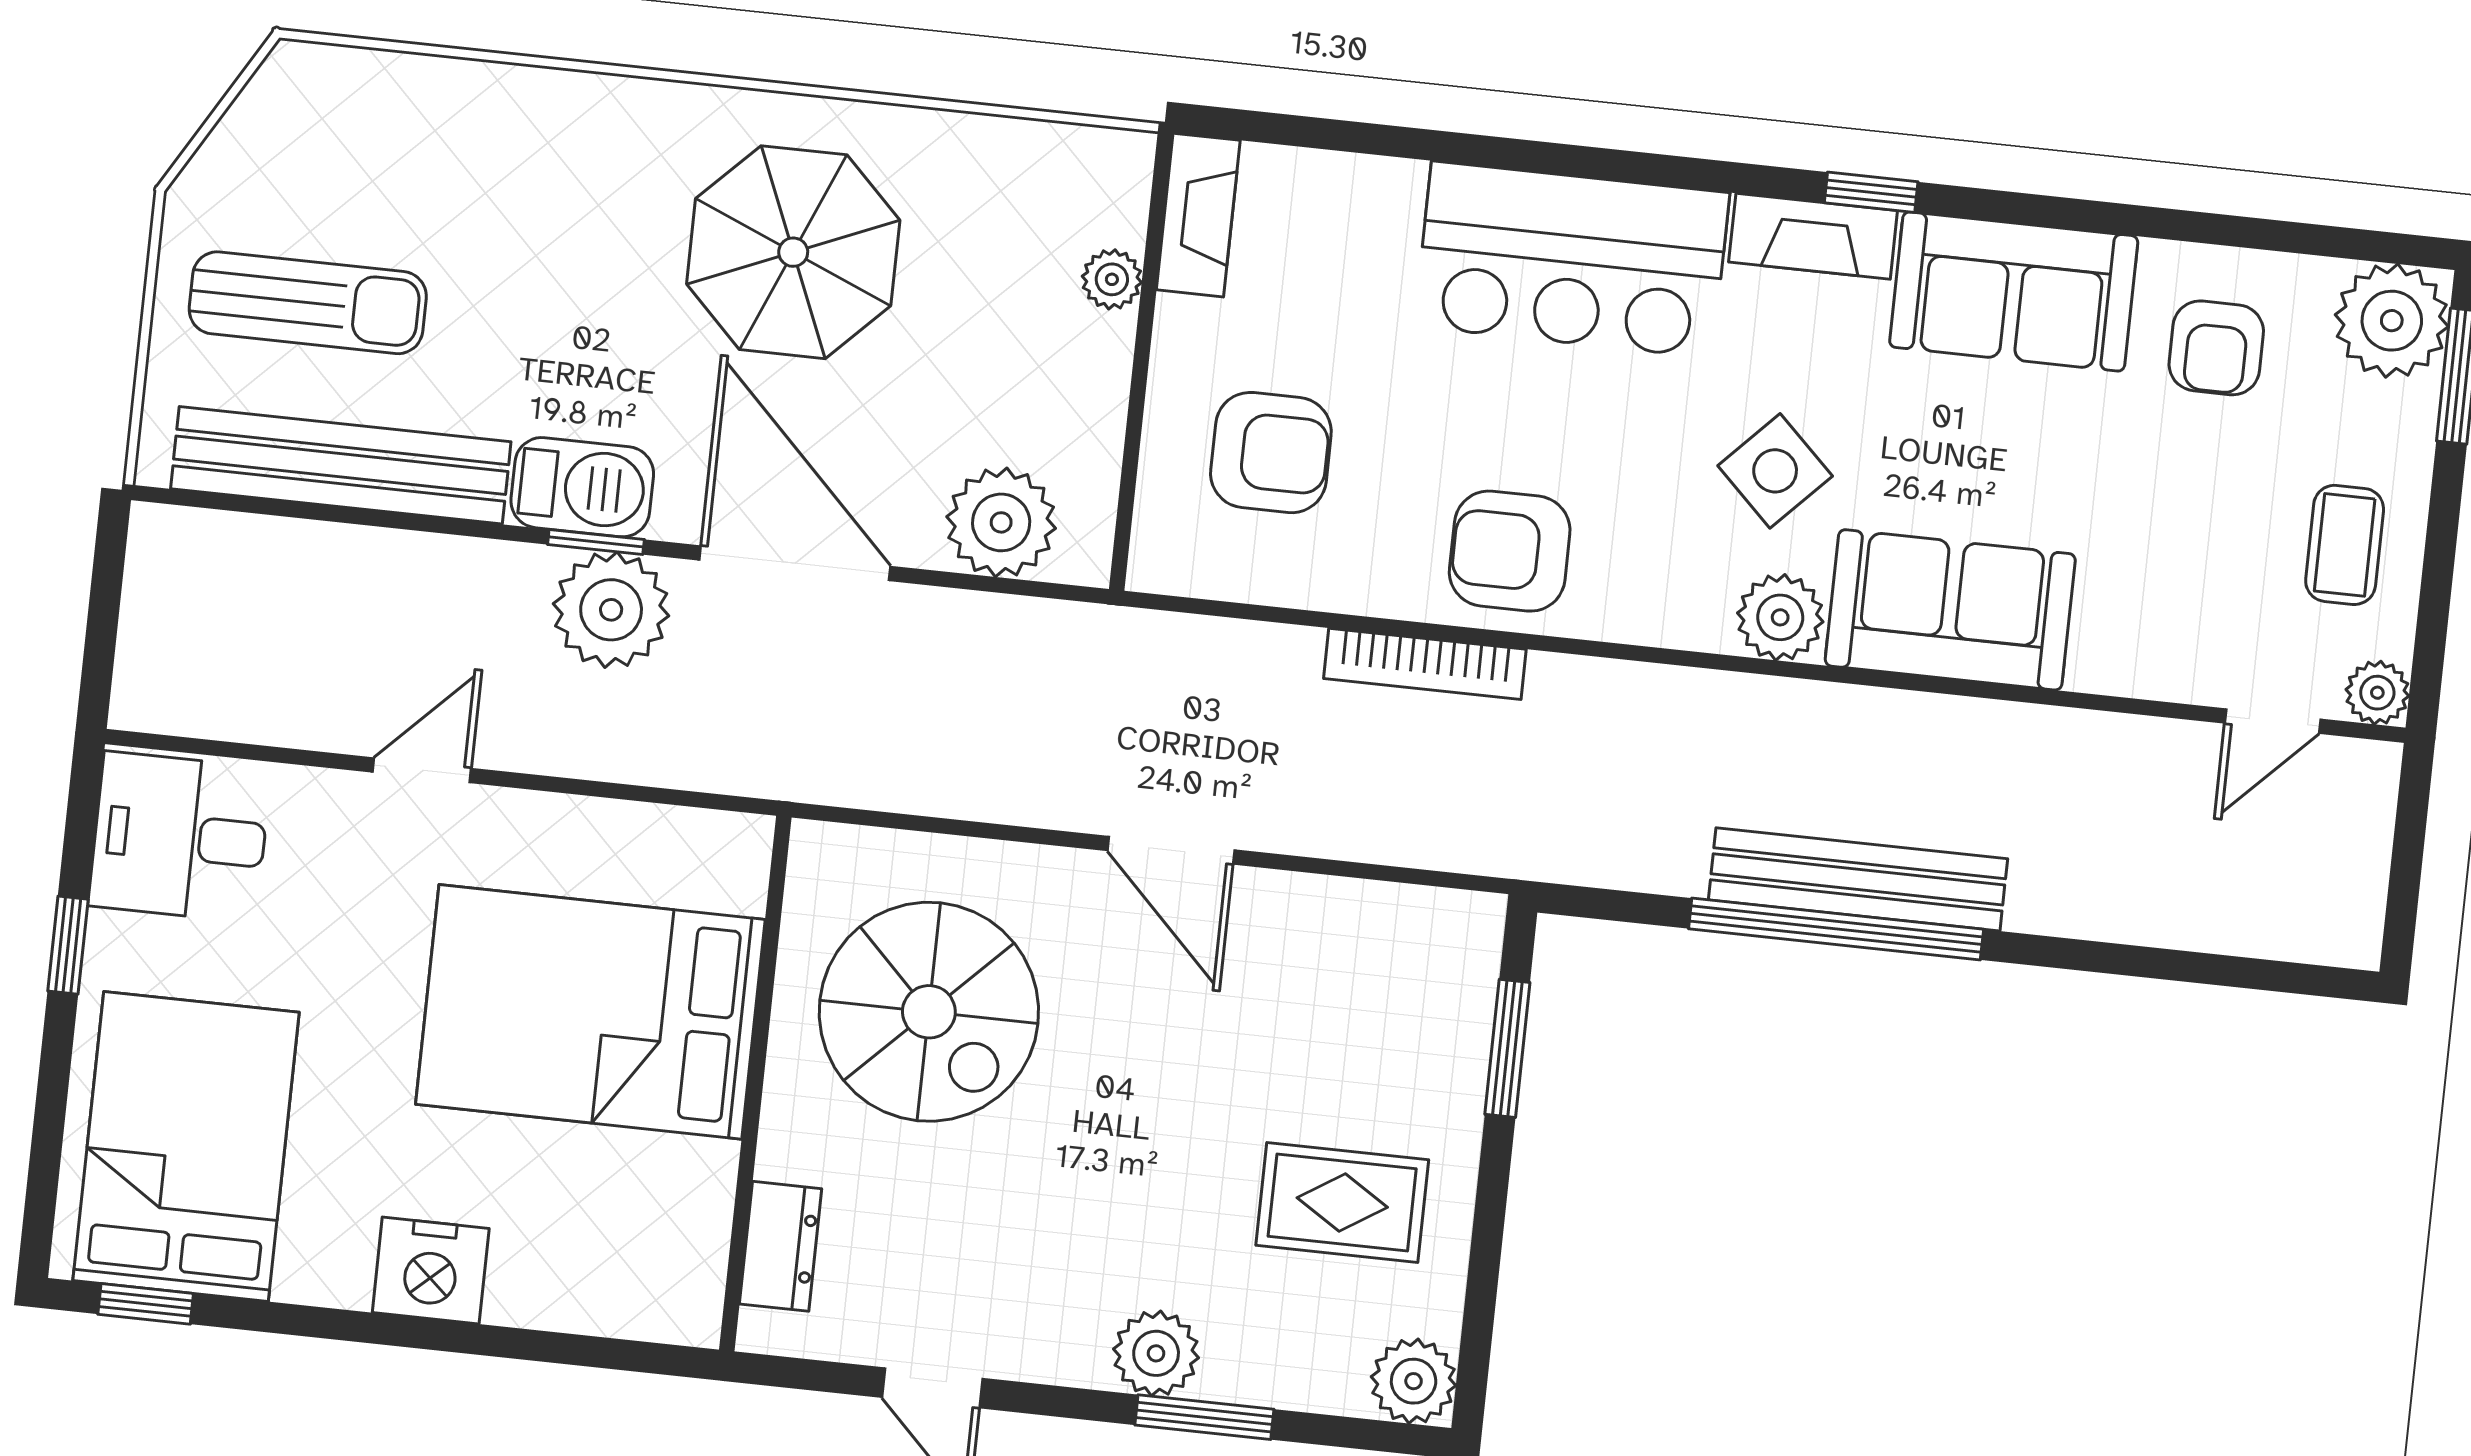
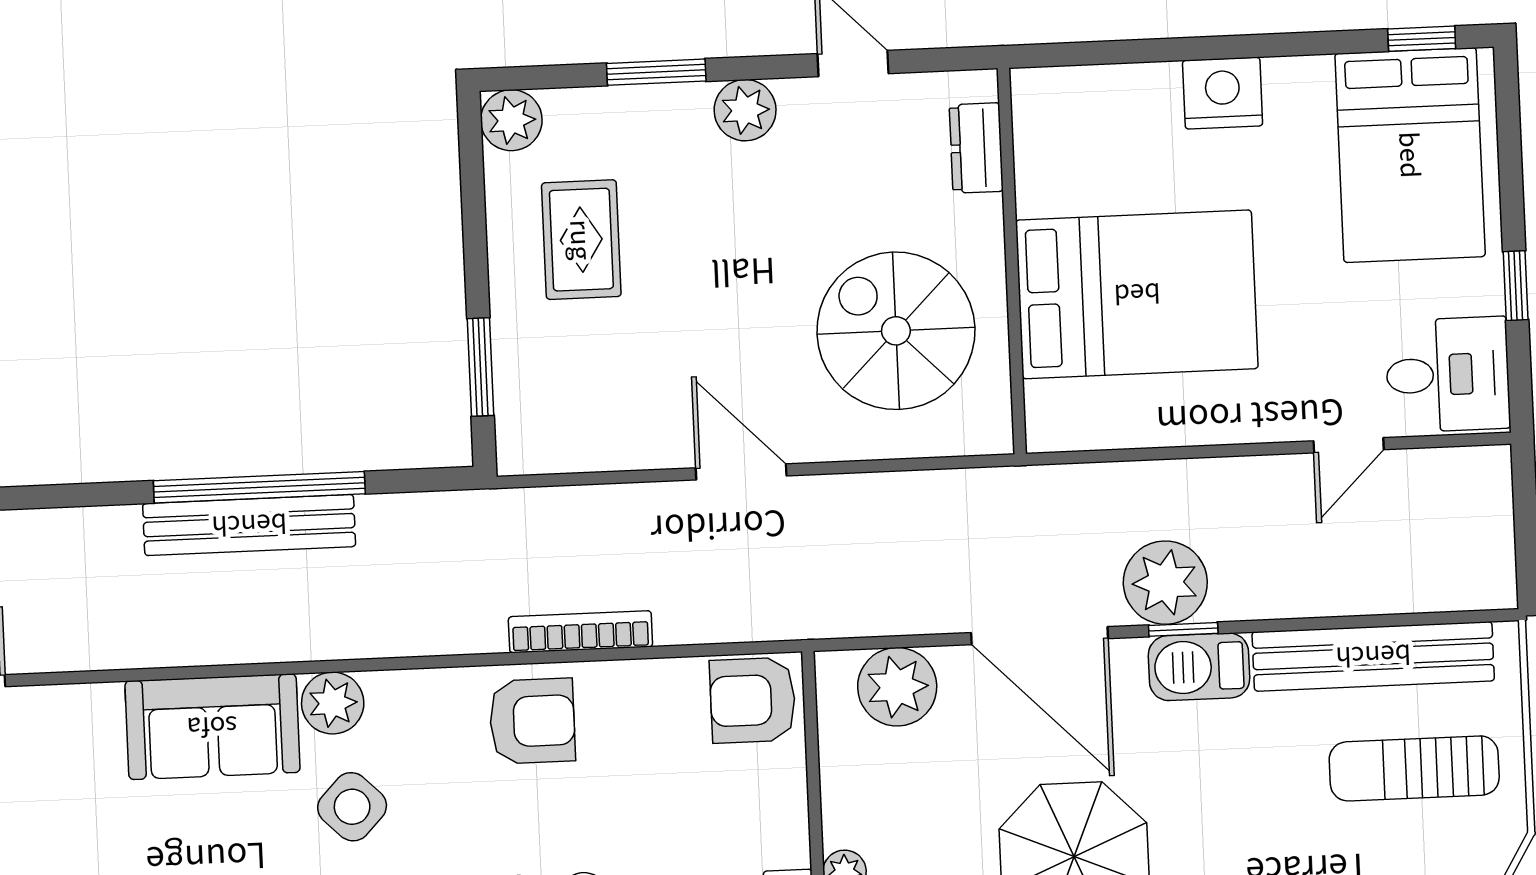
armchair: (1271, 453) -> (753, 700), moved
door: (422, 770) -> (1349, 445), moved
rug: (1342, 1202) -> (581, 240), turned 90
plant: (1156, 1353) -> (745, 110), moved

